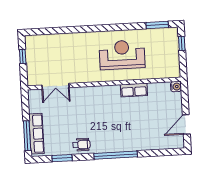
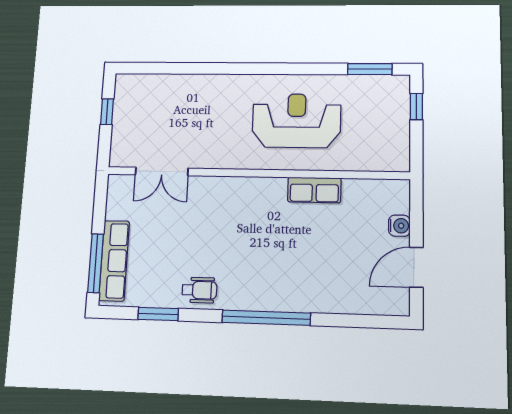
water cooler: (176, 87) -> (399, 226), moved

